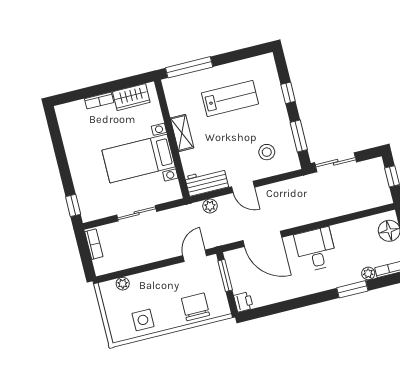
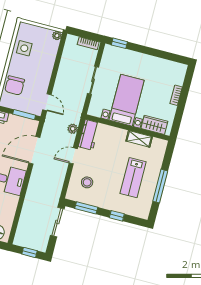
window: (189, 67) -> (160, 186), moved
wardrobe: (131, 97) -> (154, 125), moved, turned 90
shelving: (182, 133) -> (139, 139), moved
plant: (123, 284) -> (57, 36), moved
chair: (195, 307) -> (15, 85), turned 90

